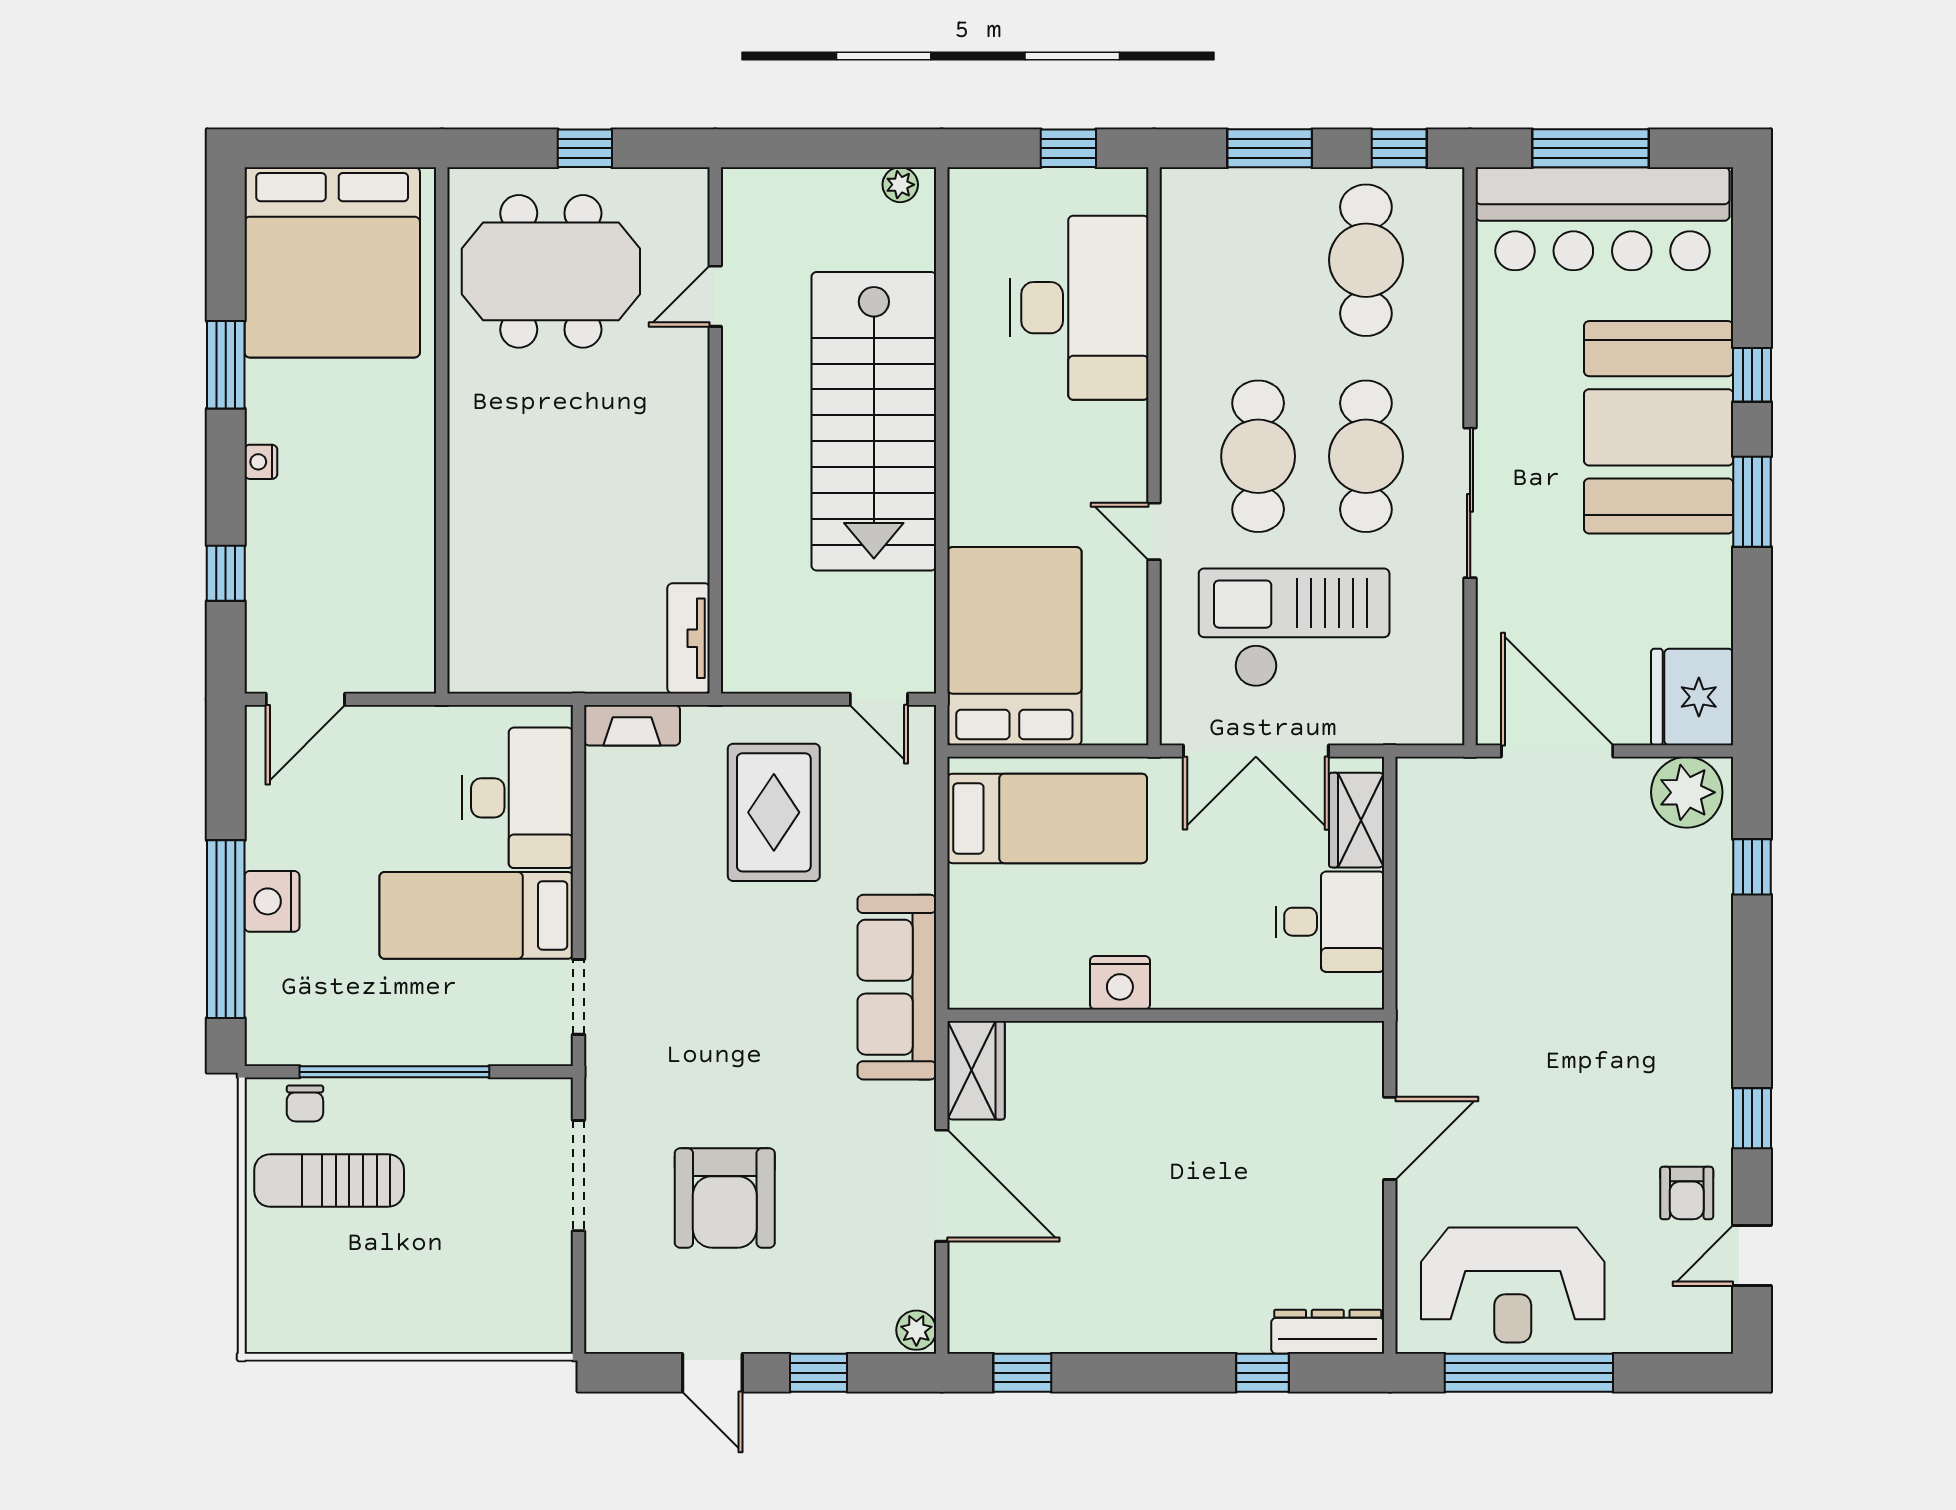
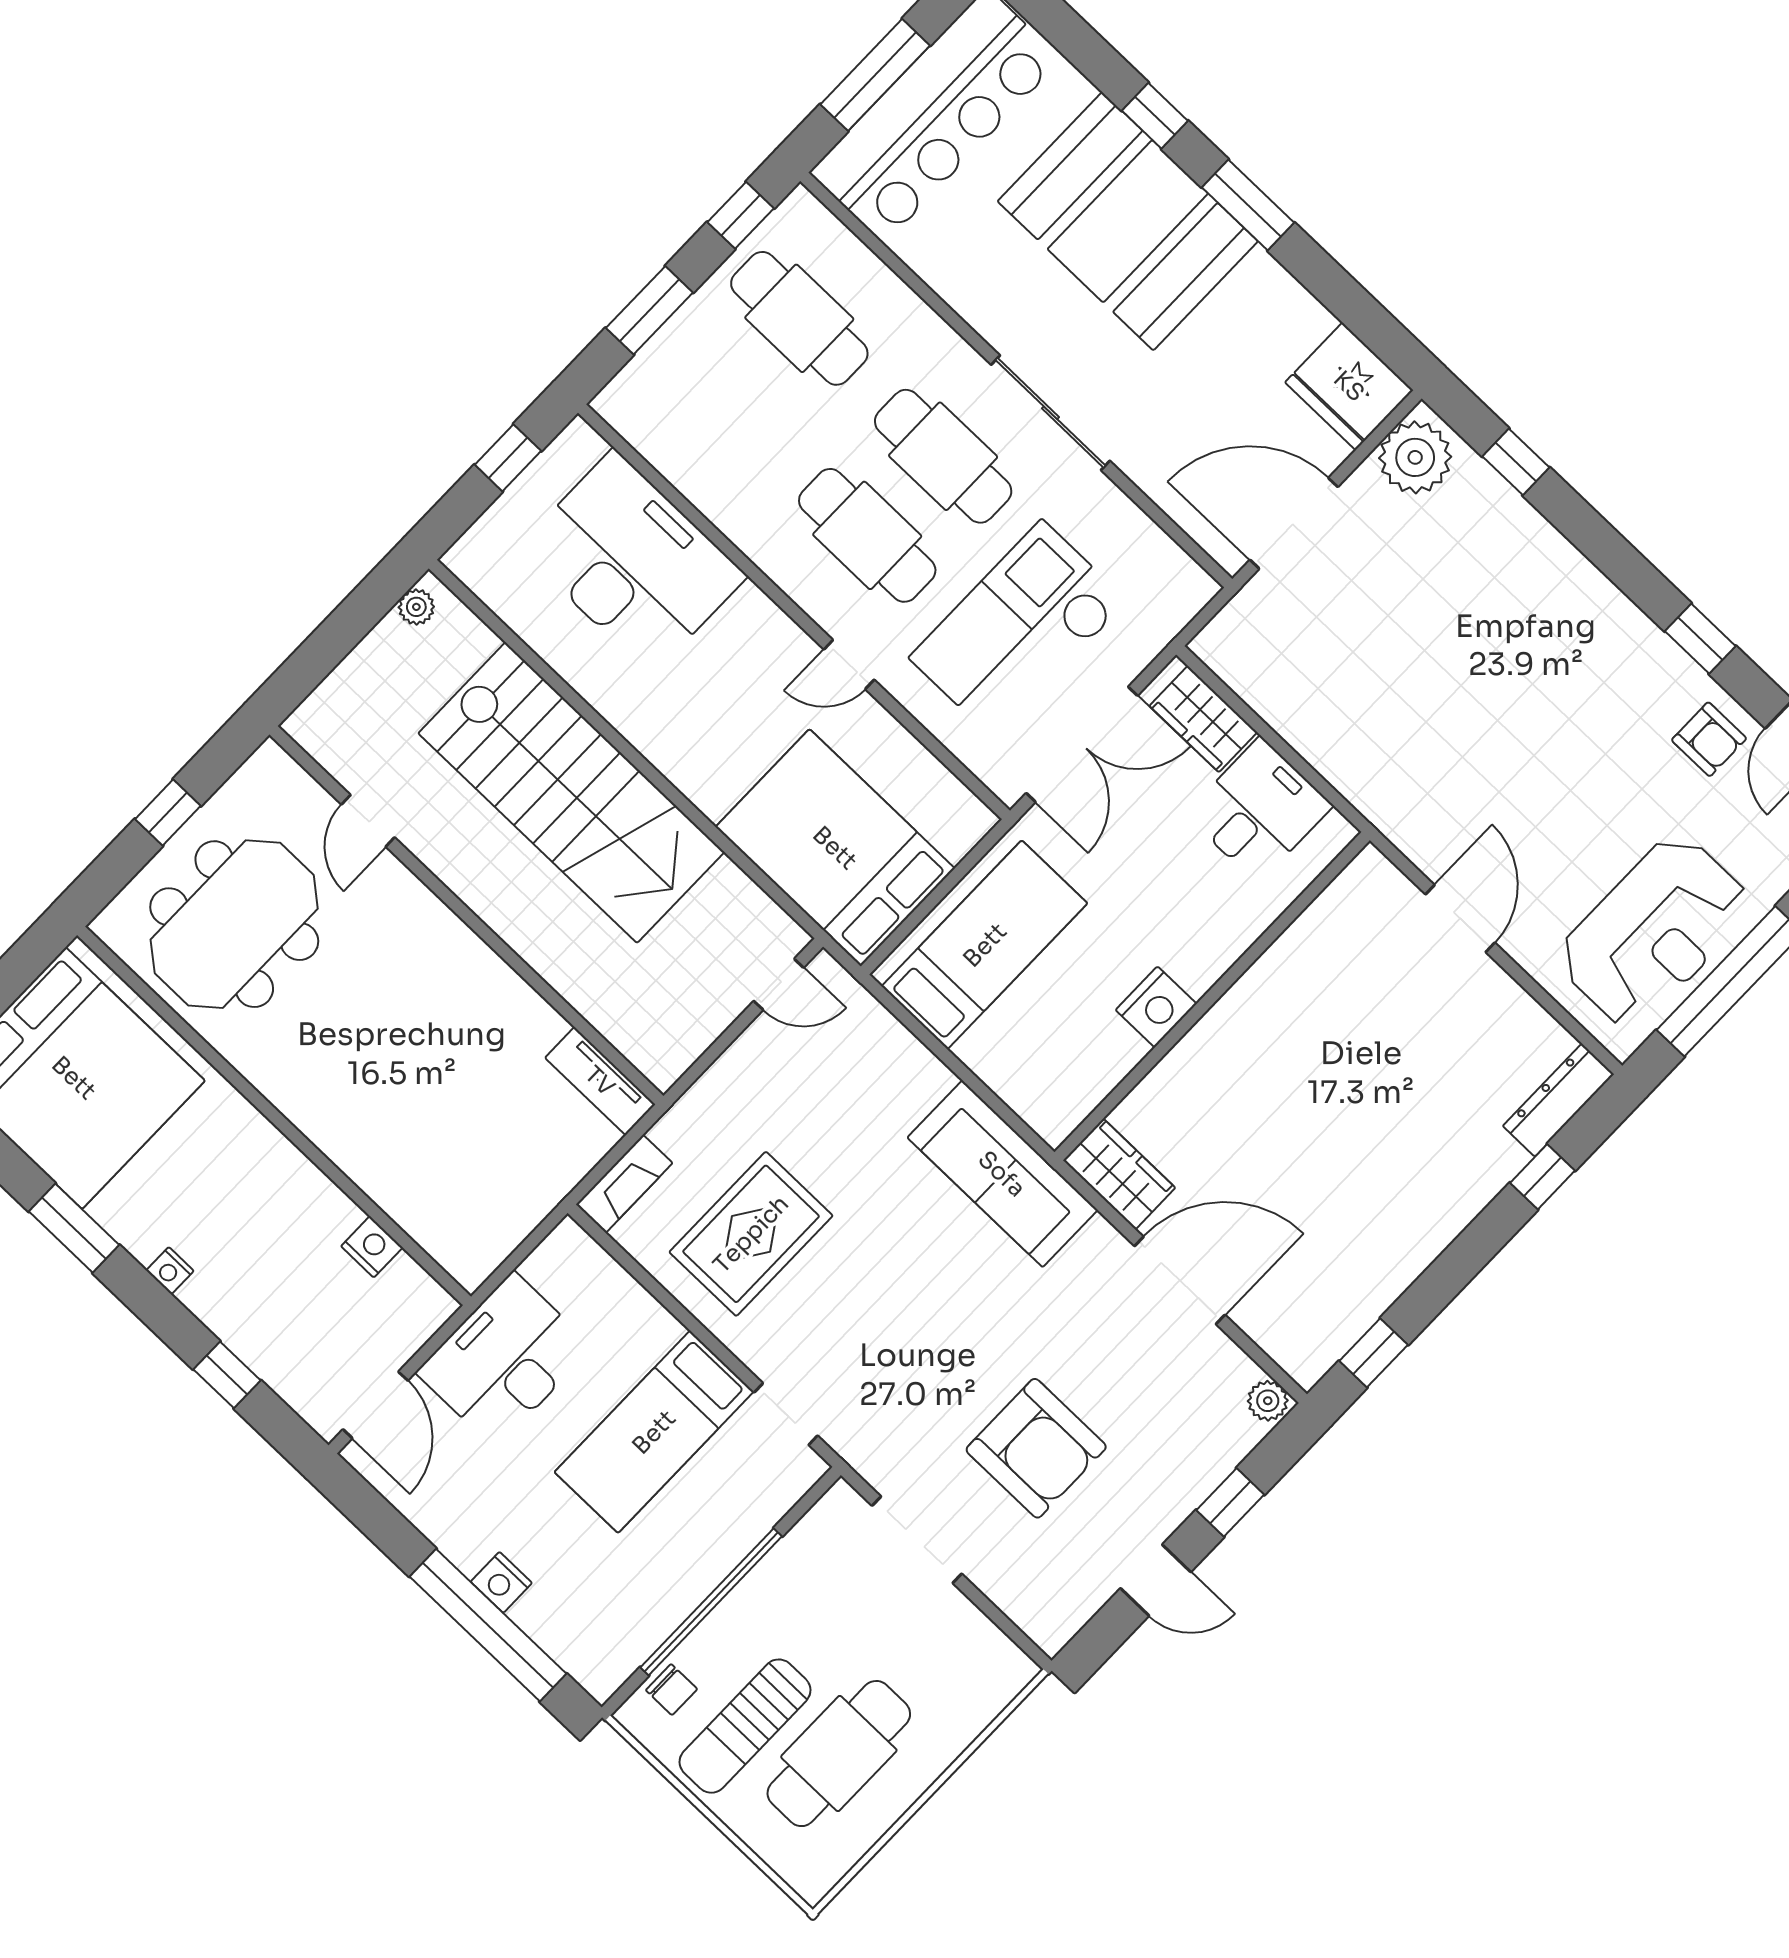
nightstand: (415, 589) -> (372, 1247), added
desk: (518, 798) -> (504, 1360), moved, turned -90
rug: (774, 812) -> (751, 1234), moved, turned 90
nightstand: (272, 901) -> (501, 1582), width x0.74, depth x0.75
cafe table: (374, 1266) -> (839, 1754), added

